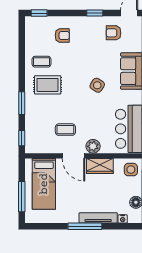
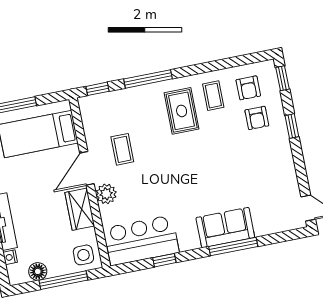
window: (95, 13) -> (292, 126), moved
armchair: (113, 33) -> (248, 88), moved, turned 180
side table: (97, 85) -> (195, 182), removed
window: (22, 103) -> (148, 79), width x1.44

